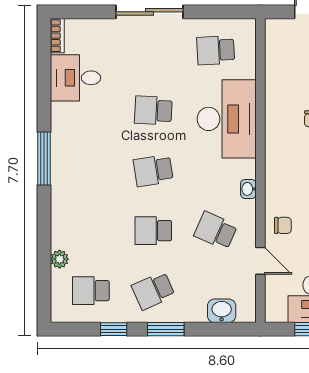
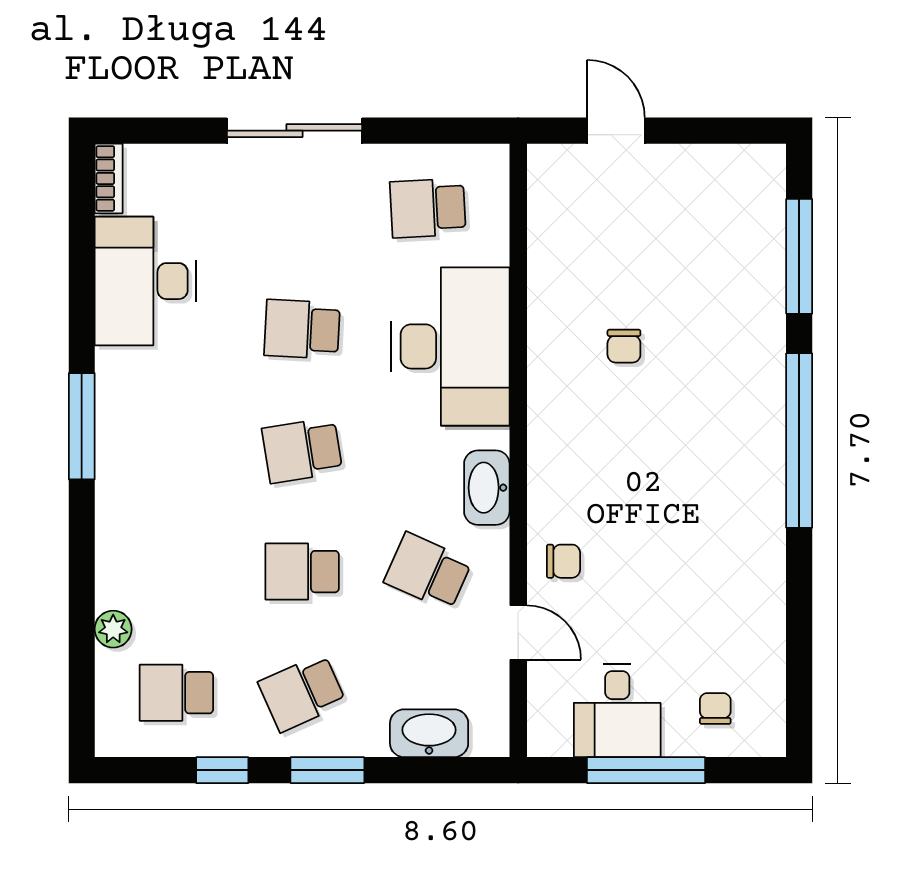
desk: (75, 78) -> (145, 281), width x1.37
washbasin: (248, 189) -> (487, 488), width x1.91, depth x1.45
washbasin: (222, 311) -> (429, 733), width x1.38

